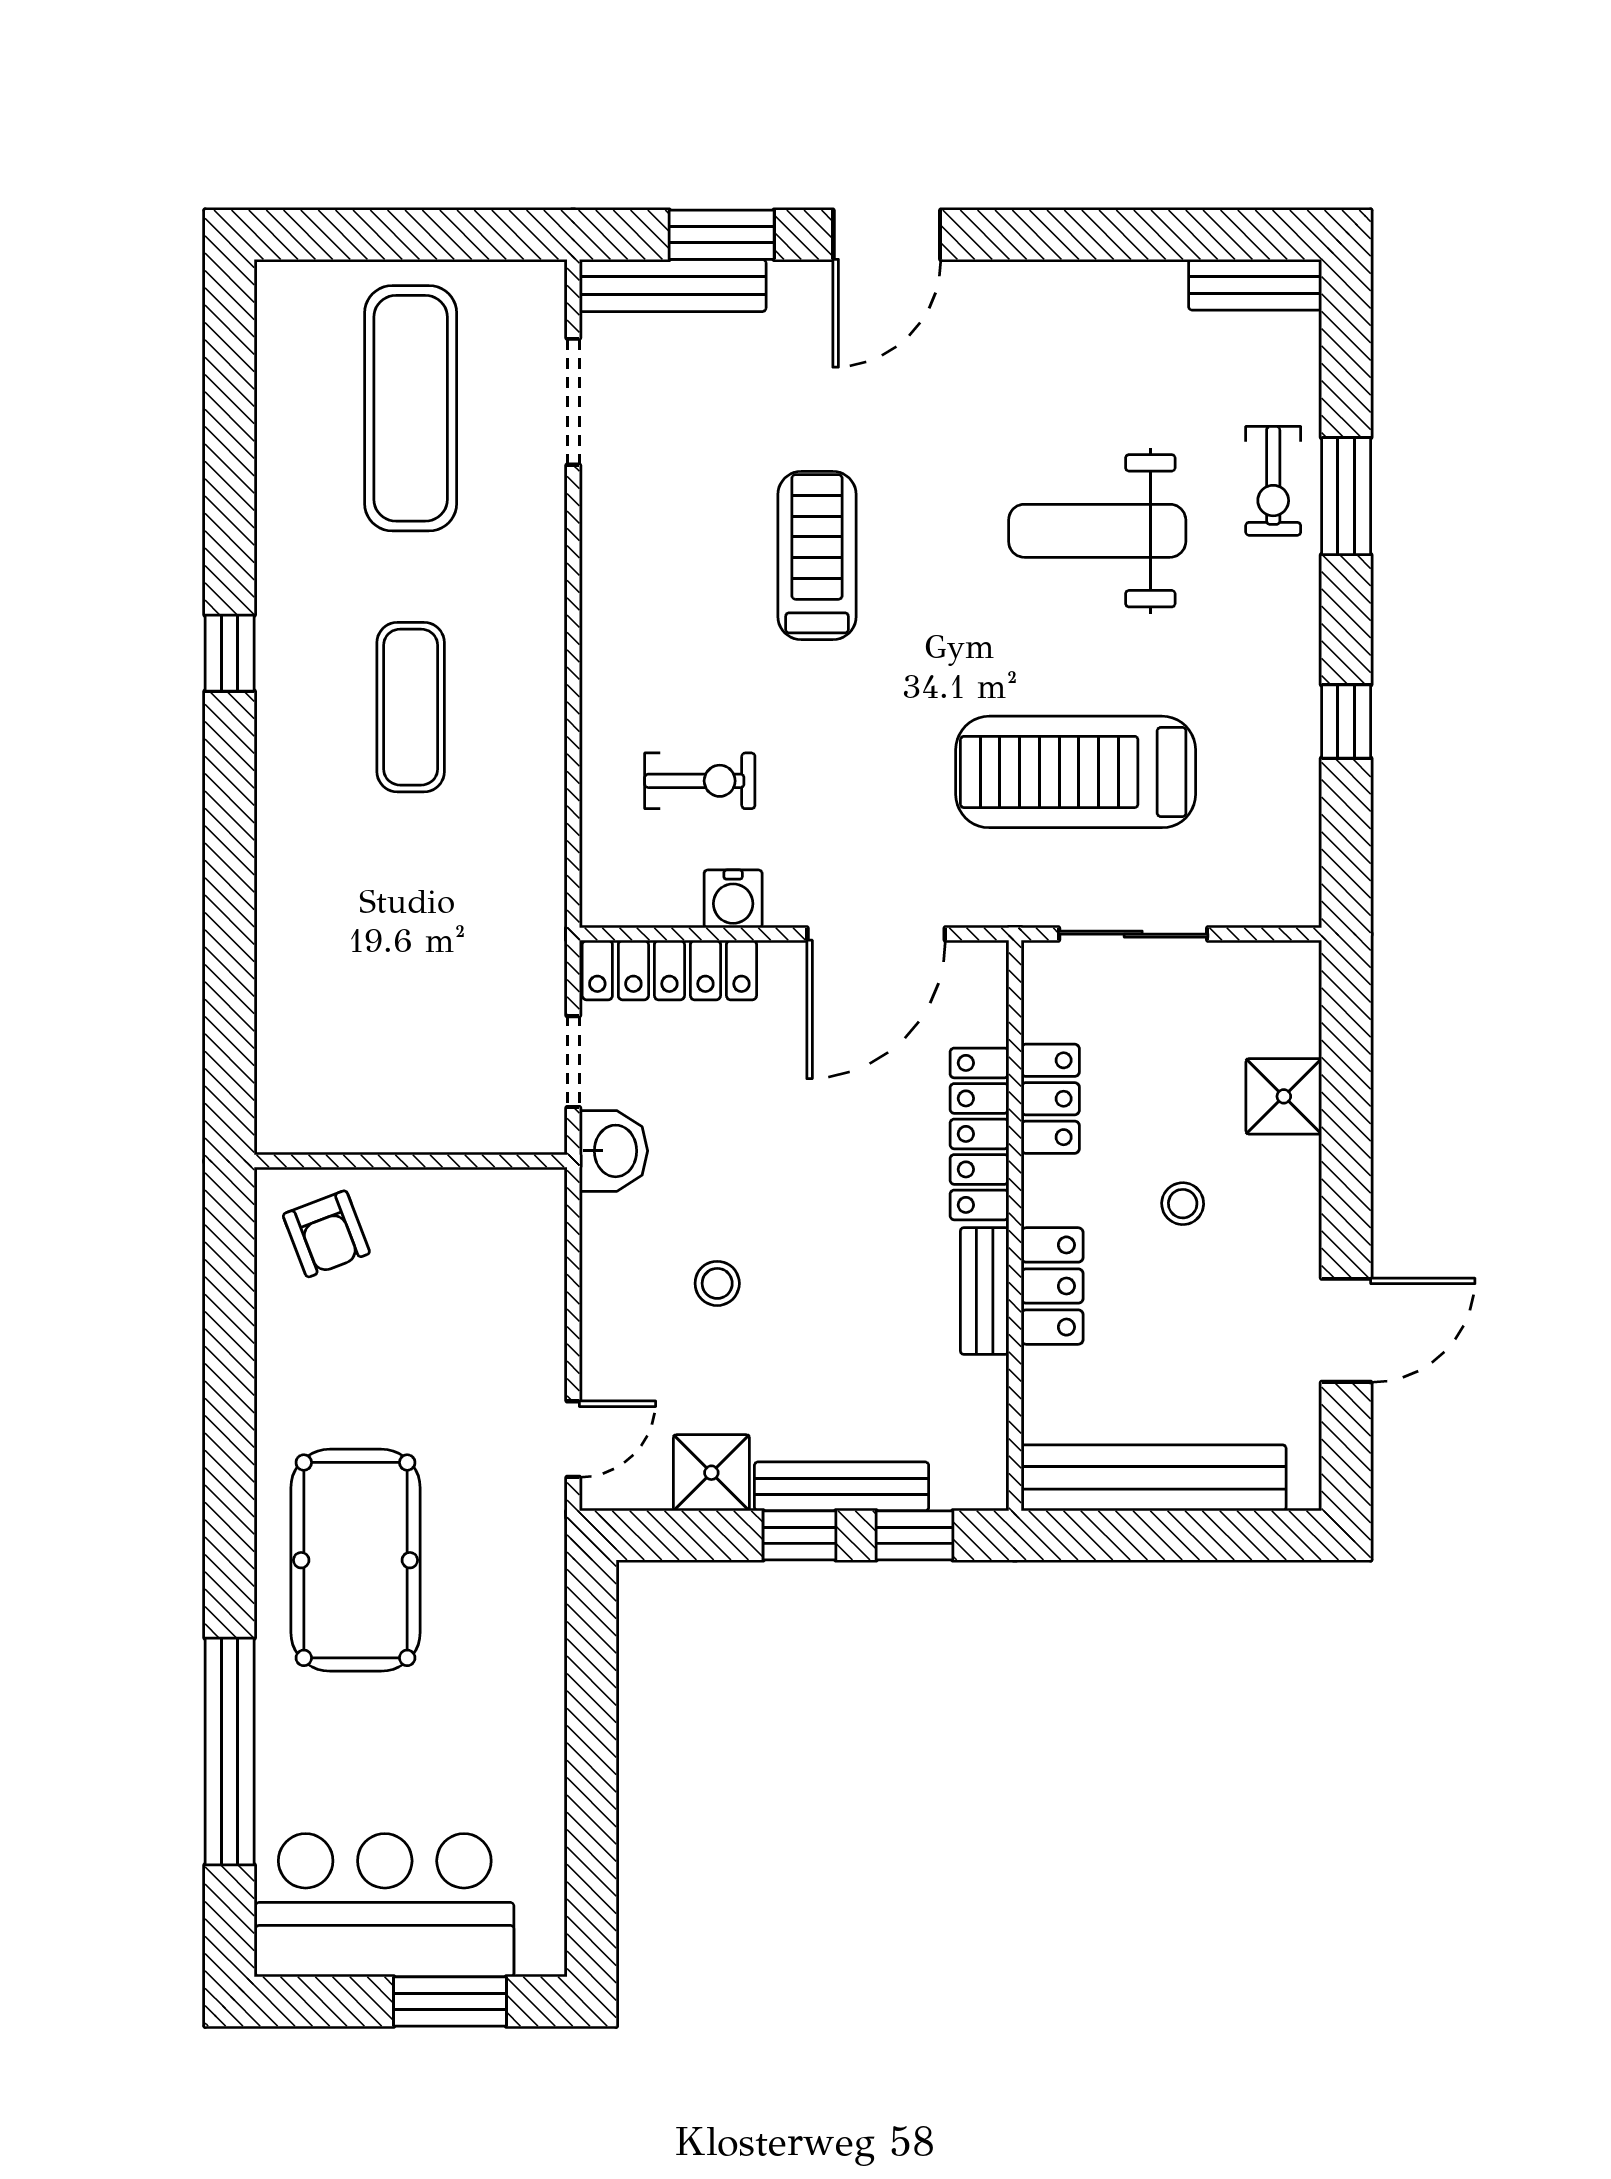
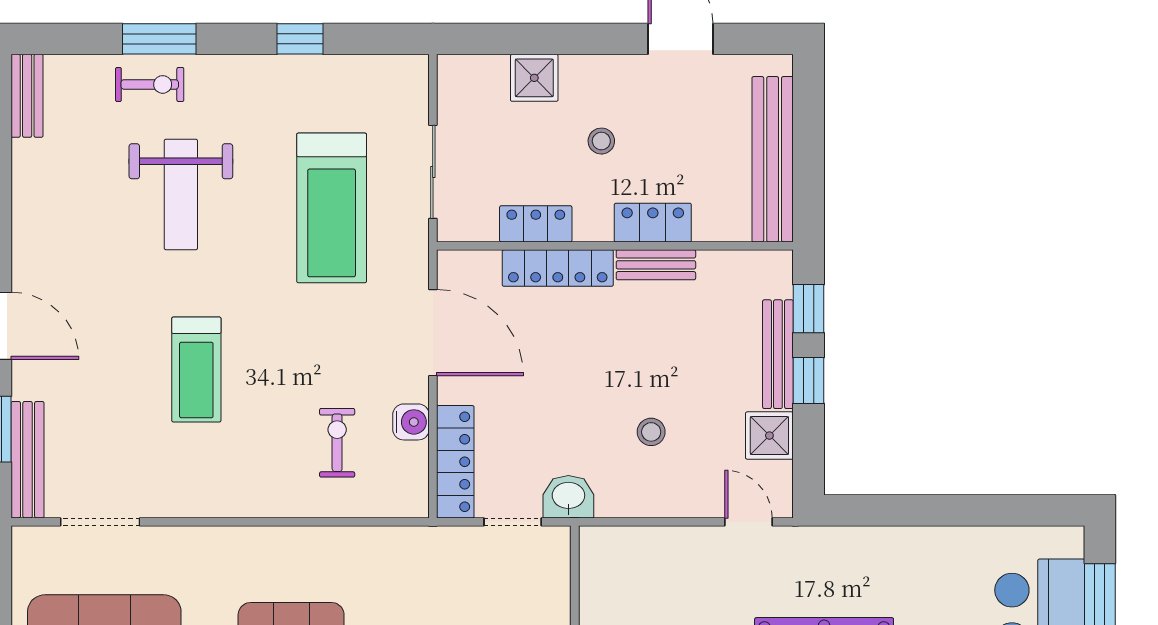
treadmill: (817, 556) -> (196, 370), turned -90

